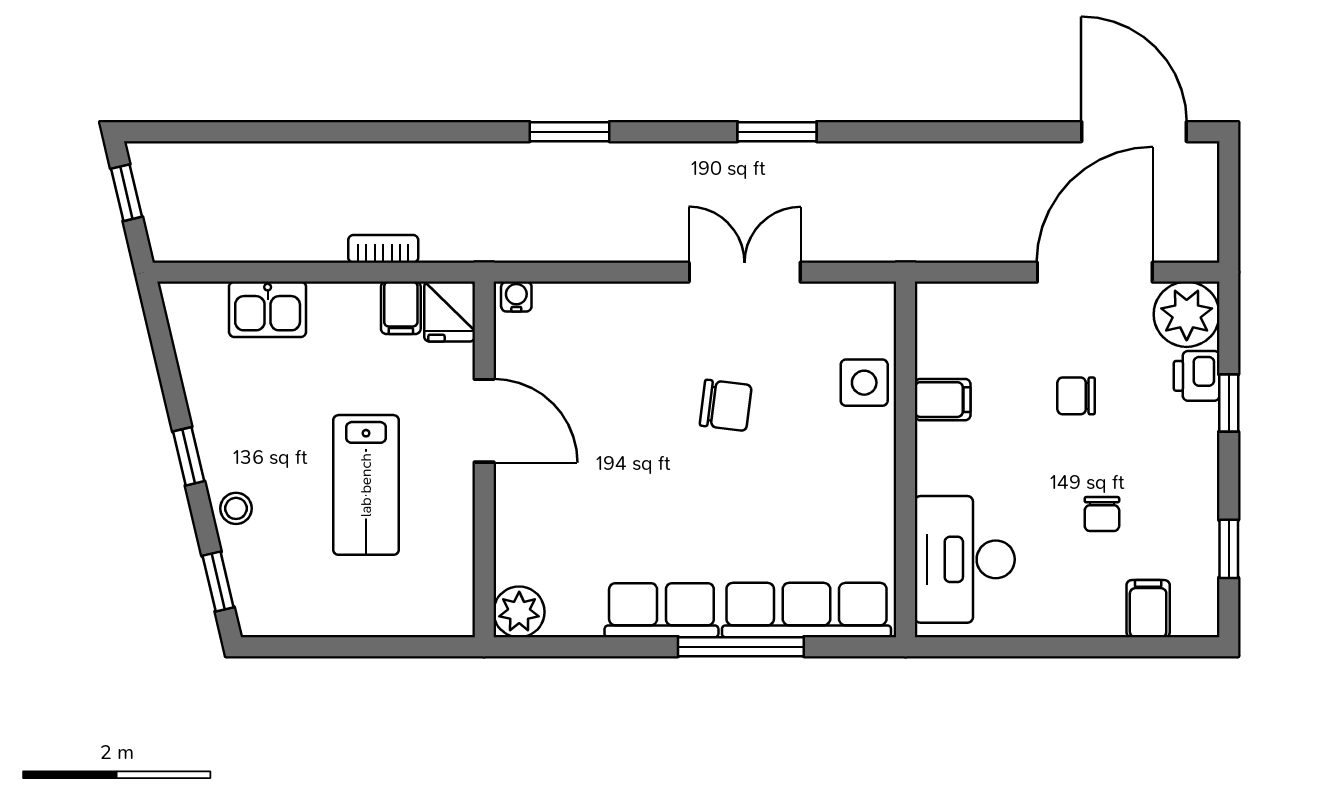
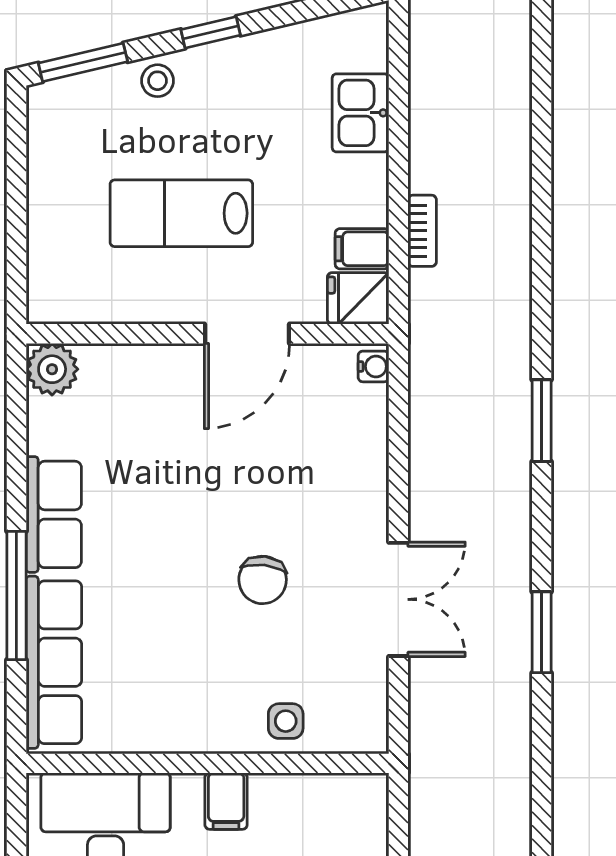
side table: (864, 383) -> (286, 721), width x0.73, depth x0.73
filing cabinet: (943, 400) -> (226, 801), moved
window: (218, 582) -> (83, 62), width x1.50

